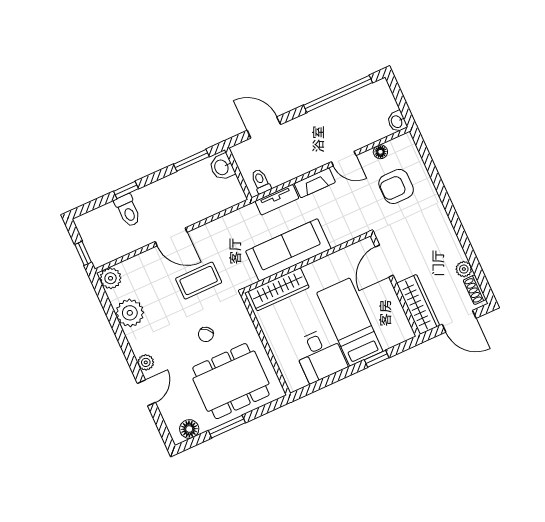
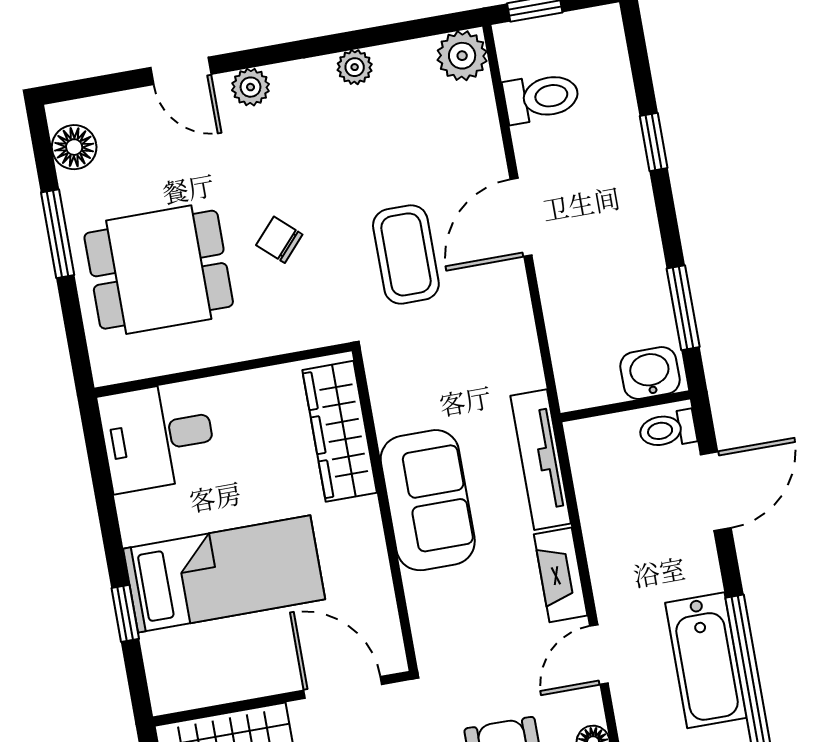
bathtub: (335, 114) -> (706, 660), added
toilet: (261, 181) -> (668, 430), moved, turned 180
tv unit: (277, 200) -> (541, 460), width x1.41
toilet: (128, 211) -> (541, 98), moved, turned 180
sofa: (288, 250) -> (428, 500), width x0.73
plant: (130, 313) -> (355, 67), width x0.53, depth x0.53
desk: (320, 355) -> (158, 436), moved
dining table: (231, 381) -> (159, 270), width x0.73

